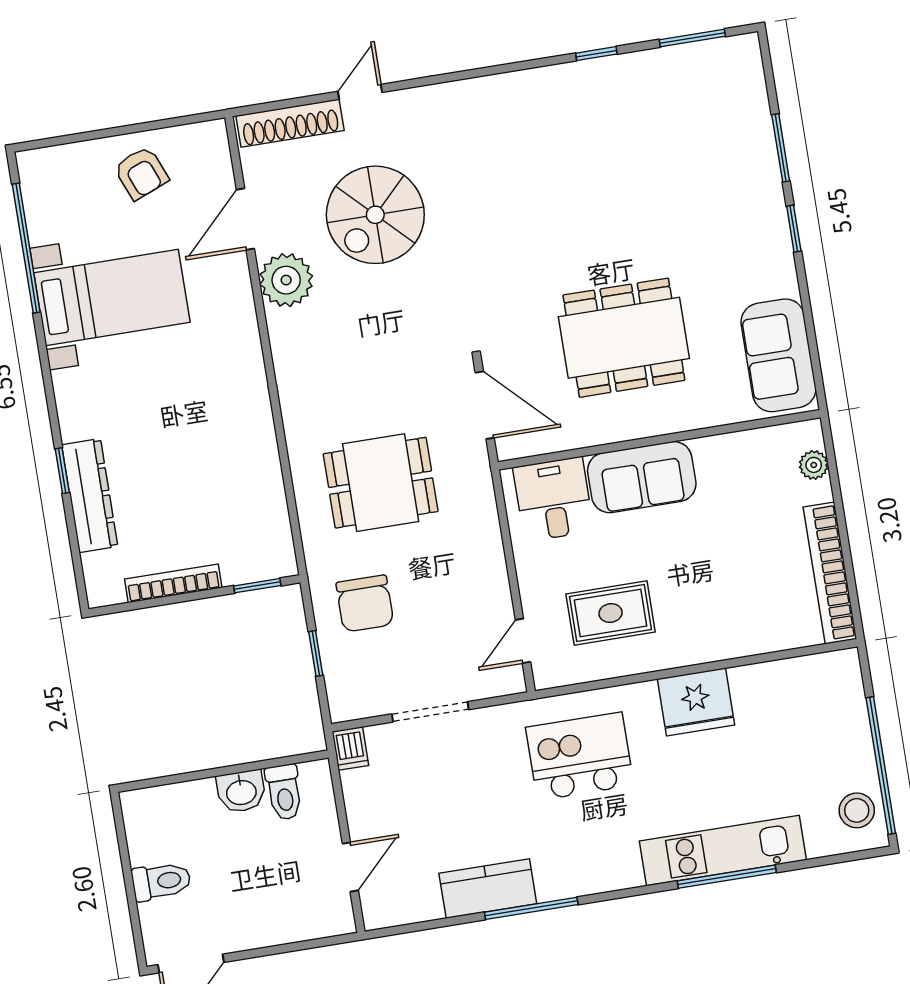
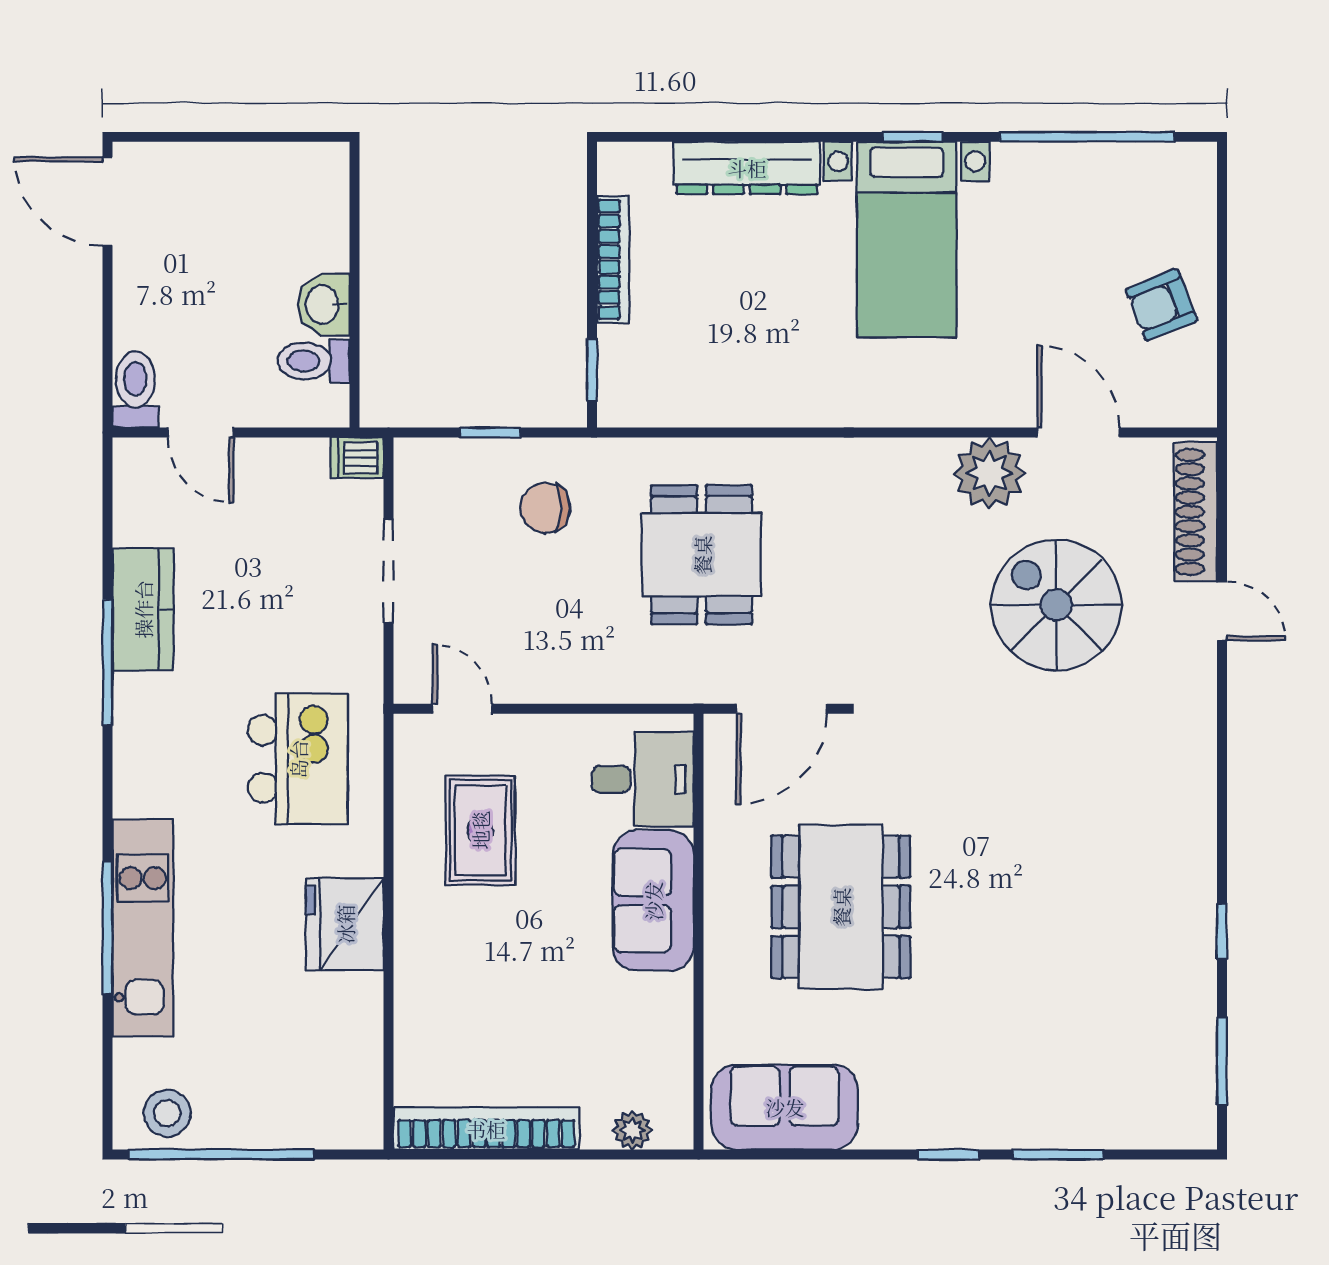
bed with nightstands: (112, 298) -> (907, 240), moved
window: (62, 471) -> (913, 137), moved
chair: (365, 604) -> (545, 508), width x0.73, depth x0.73
toilet: (161, 881) -> (135, 390), moved, turned 180

